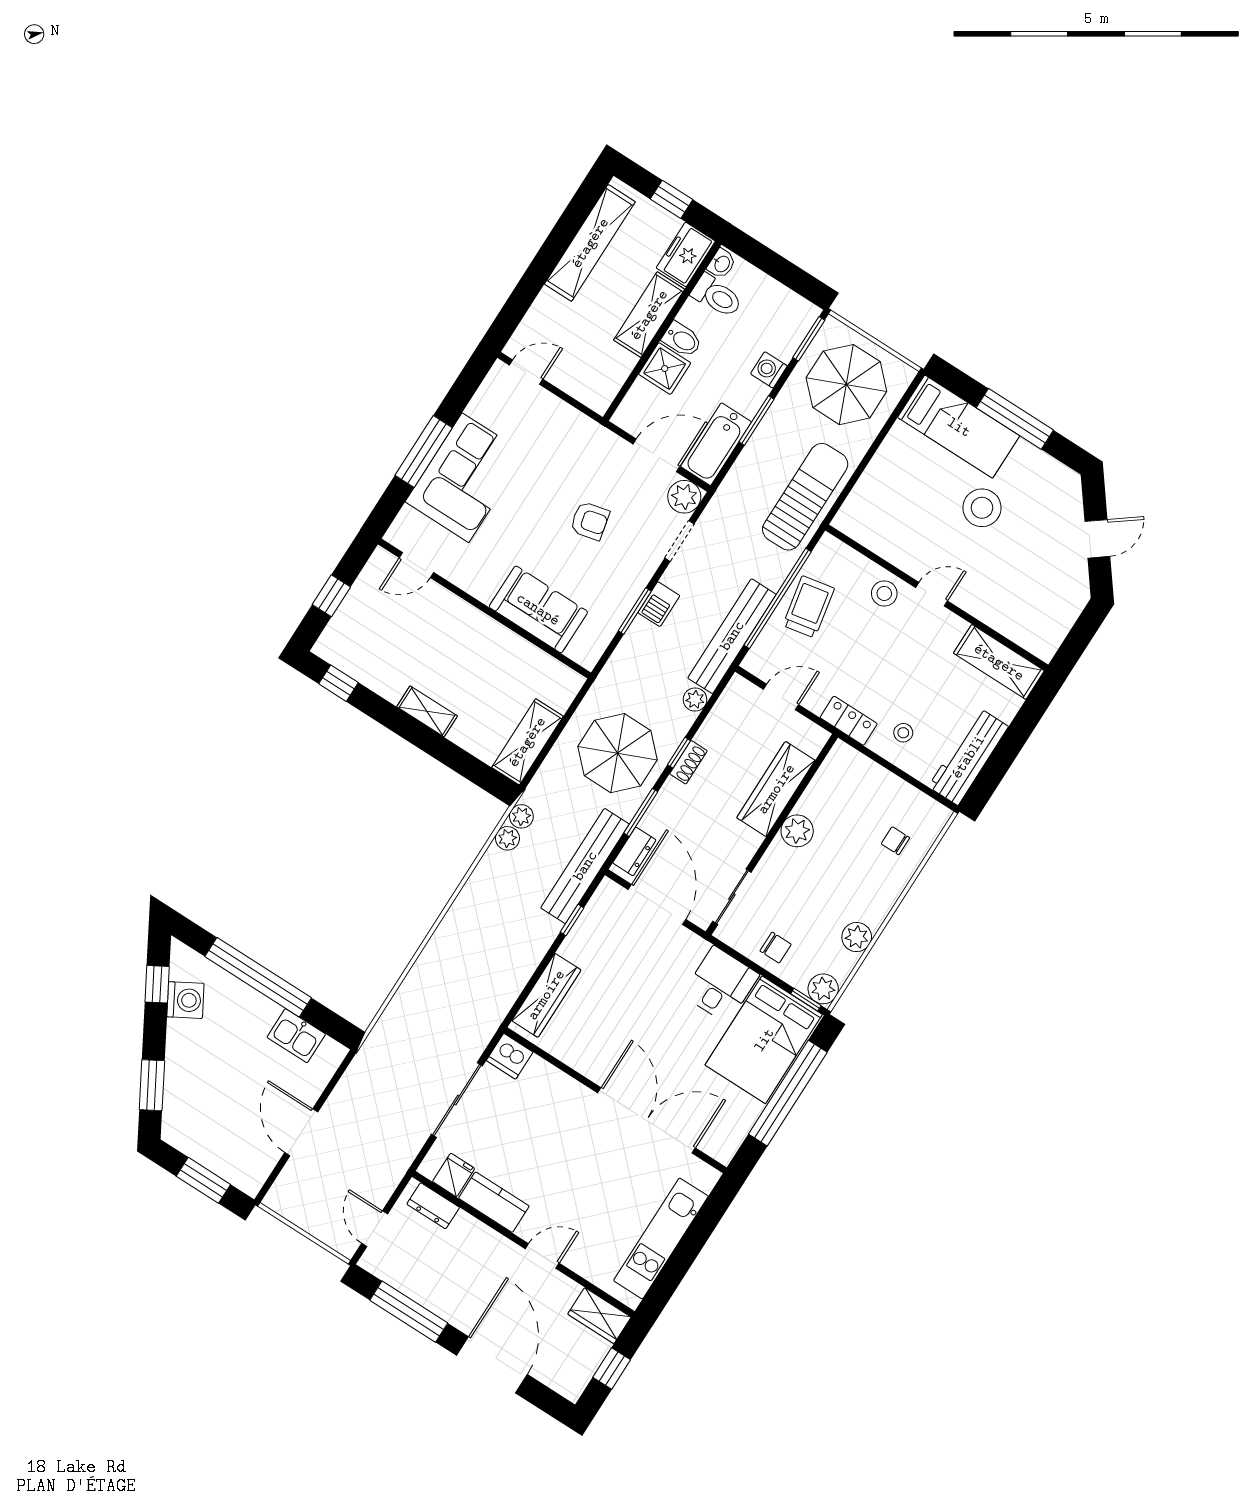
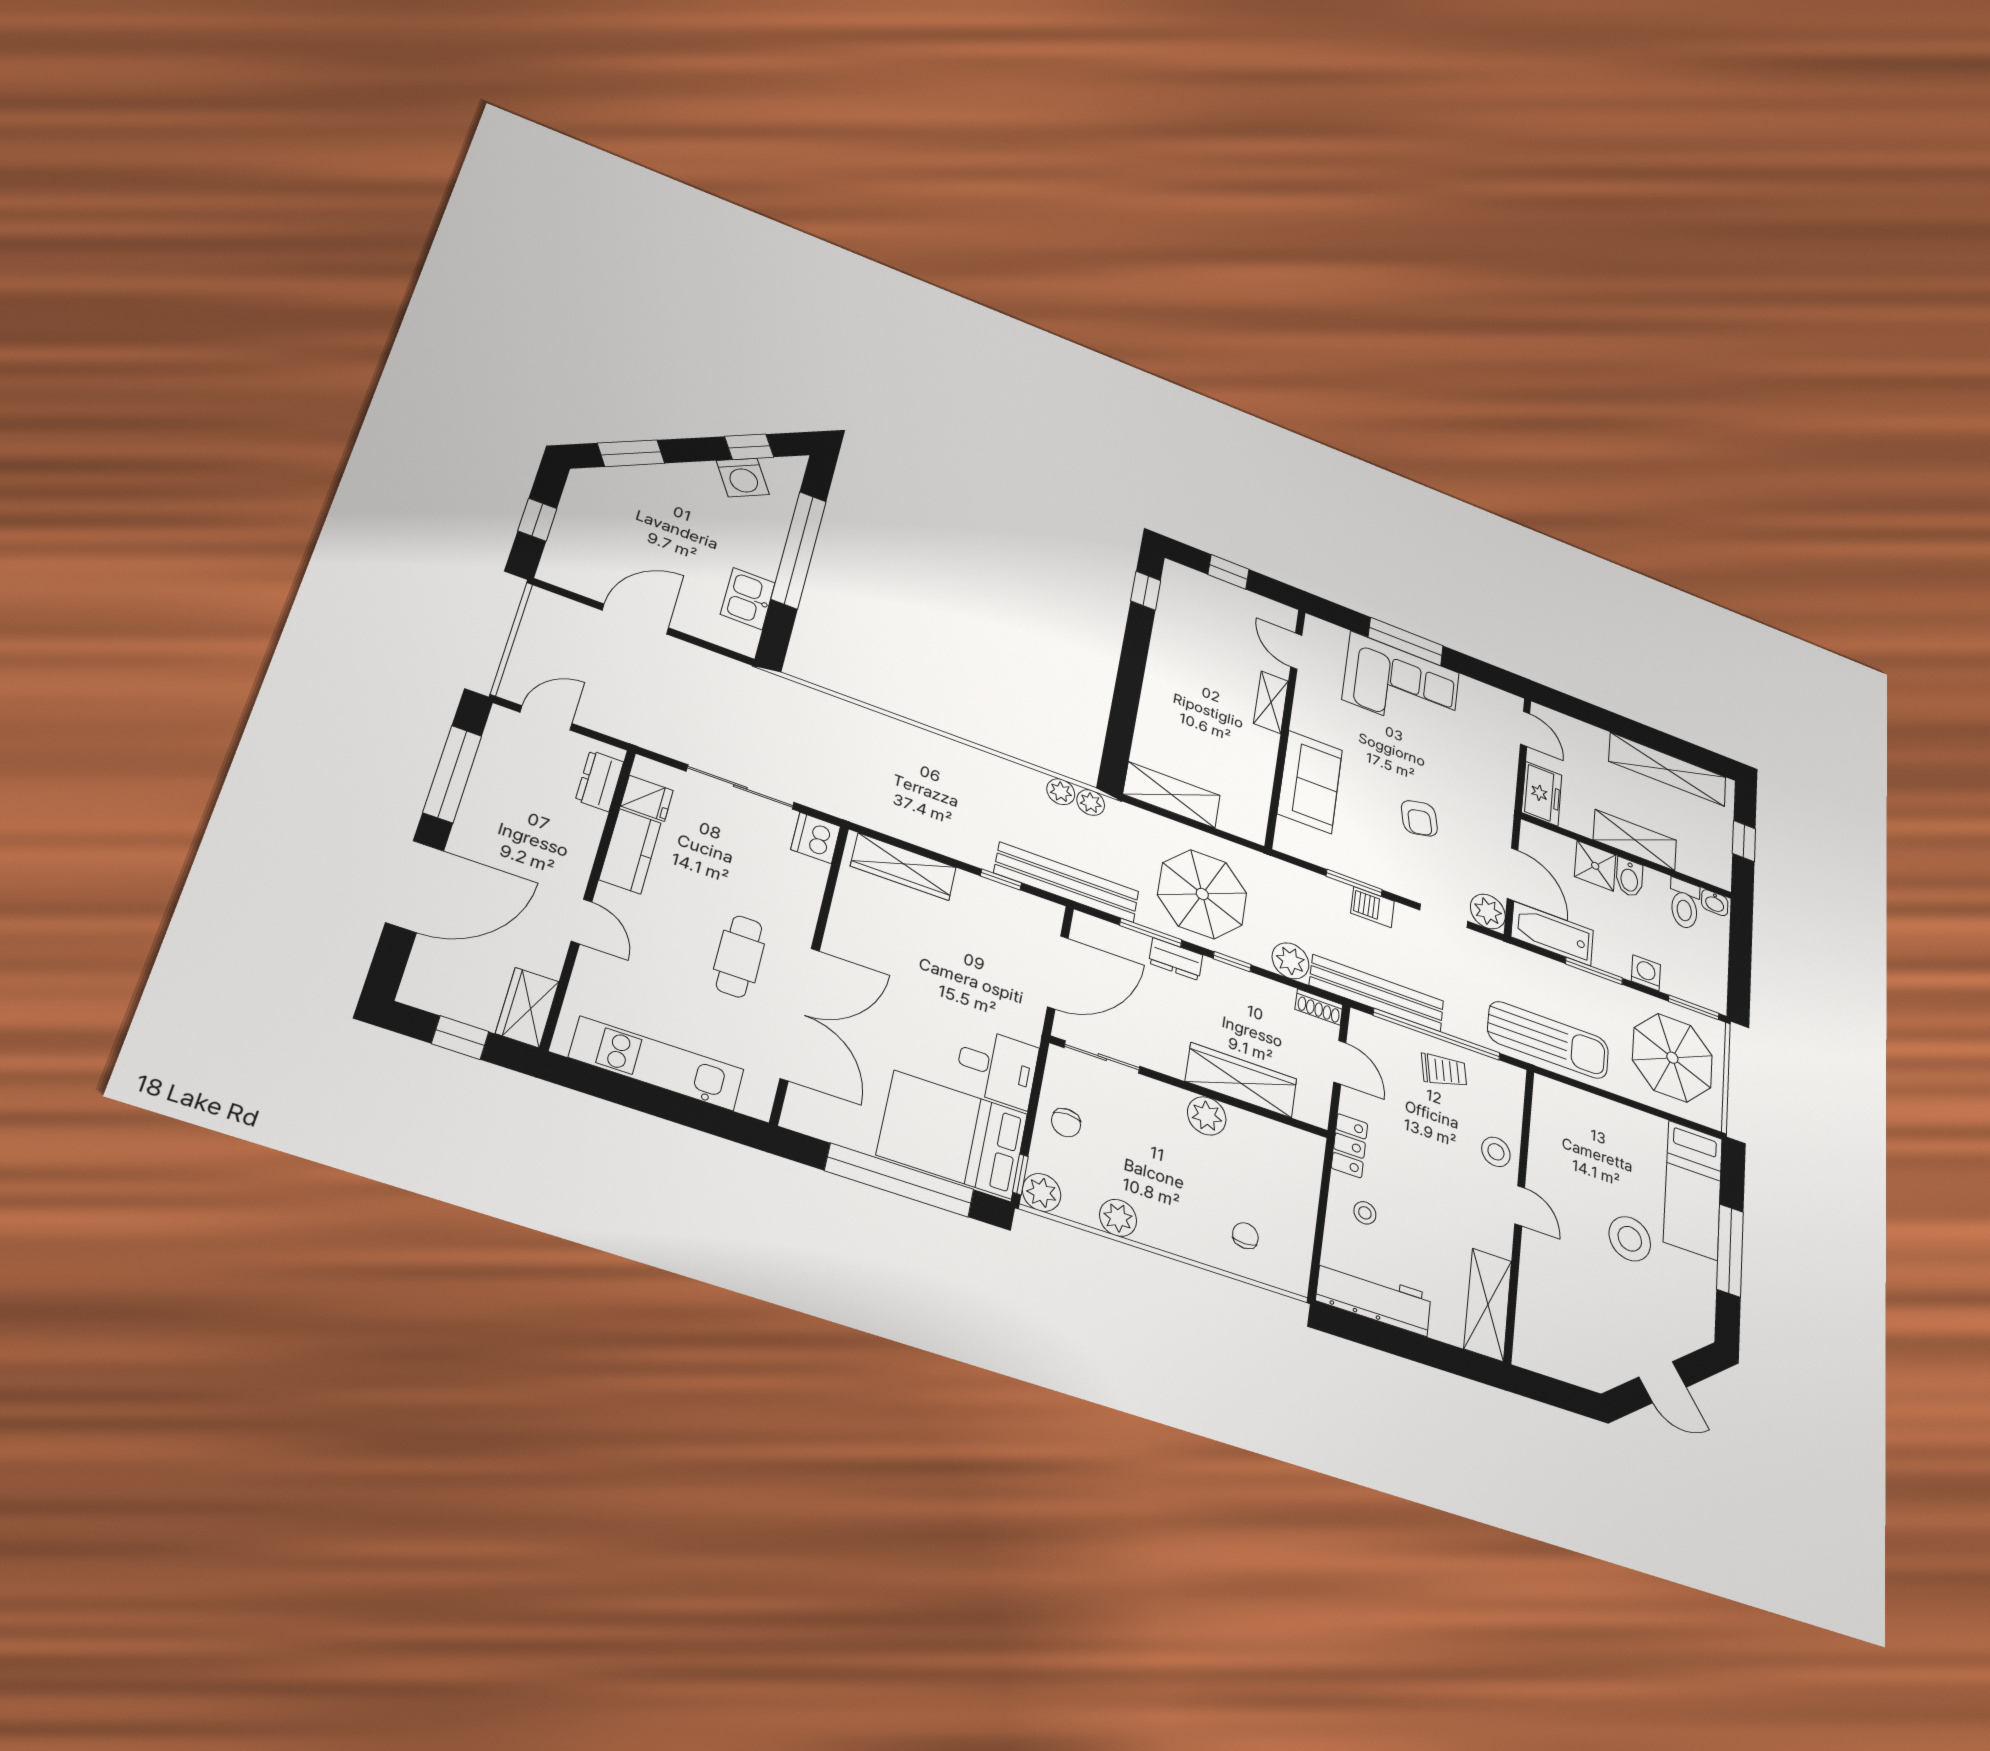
freezer: (686, 254) -> (1542, 794), moved, turned 90
trolley: (809, 607) -> (1444, 1071), width x0.73, depth x0.72
plant: (695, 700) -> (1290, 961), width x1.38, depth x1.38
shelving: (427, 711) -> (1271, 702), moved
shoe rack: (688, 762) -> (1319, 1007), moved
dresser: (634, 851) -> (1176, 959), moved
cafe table: (593, 1150) -> (739, 956), added
window: (203, 1180) -> (537, 520), width x0.67

